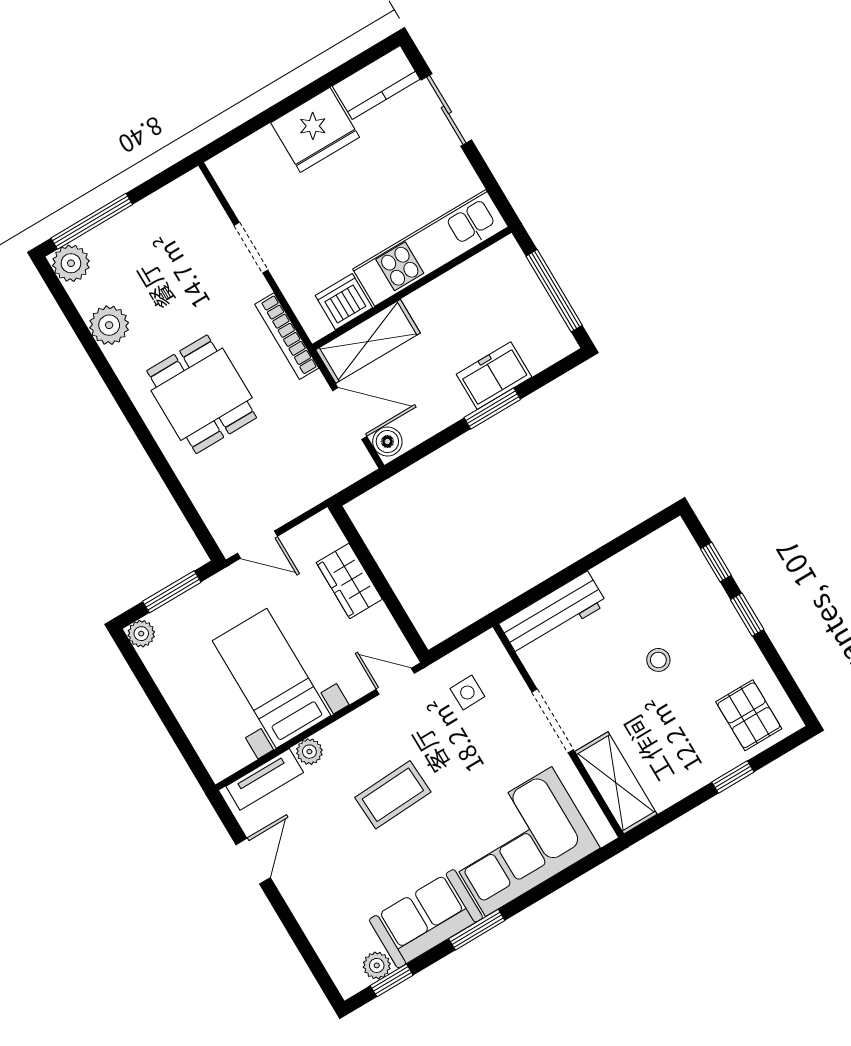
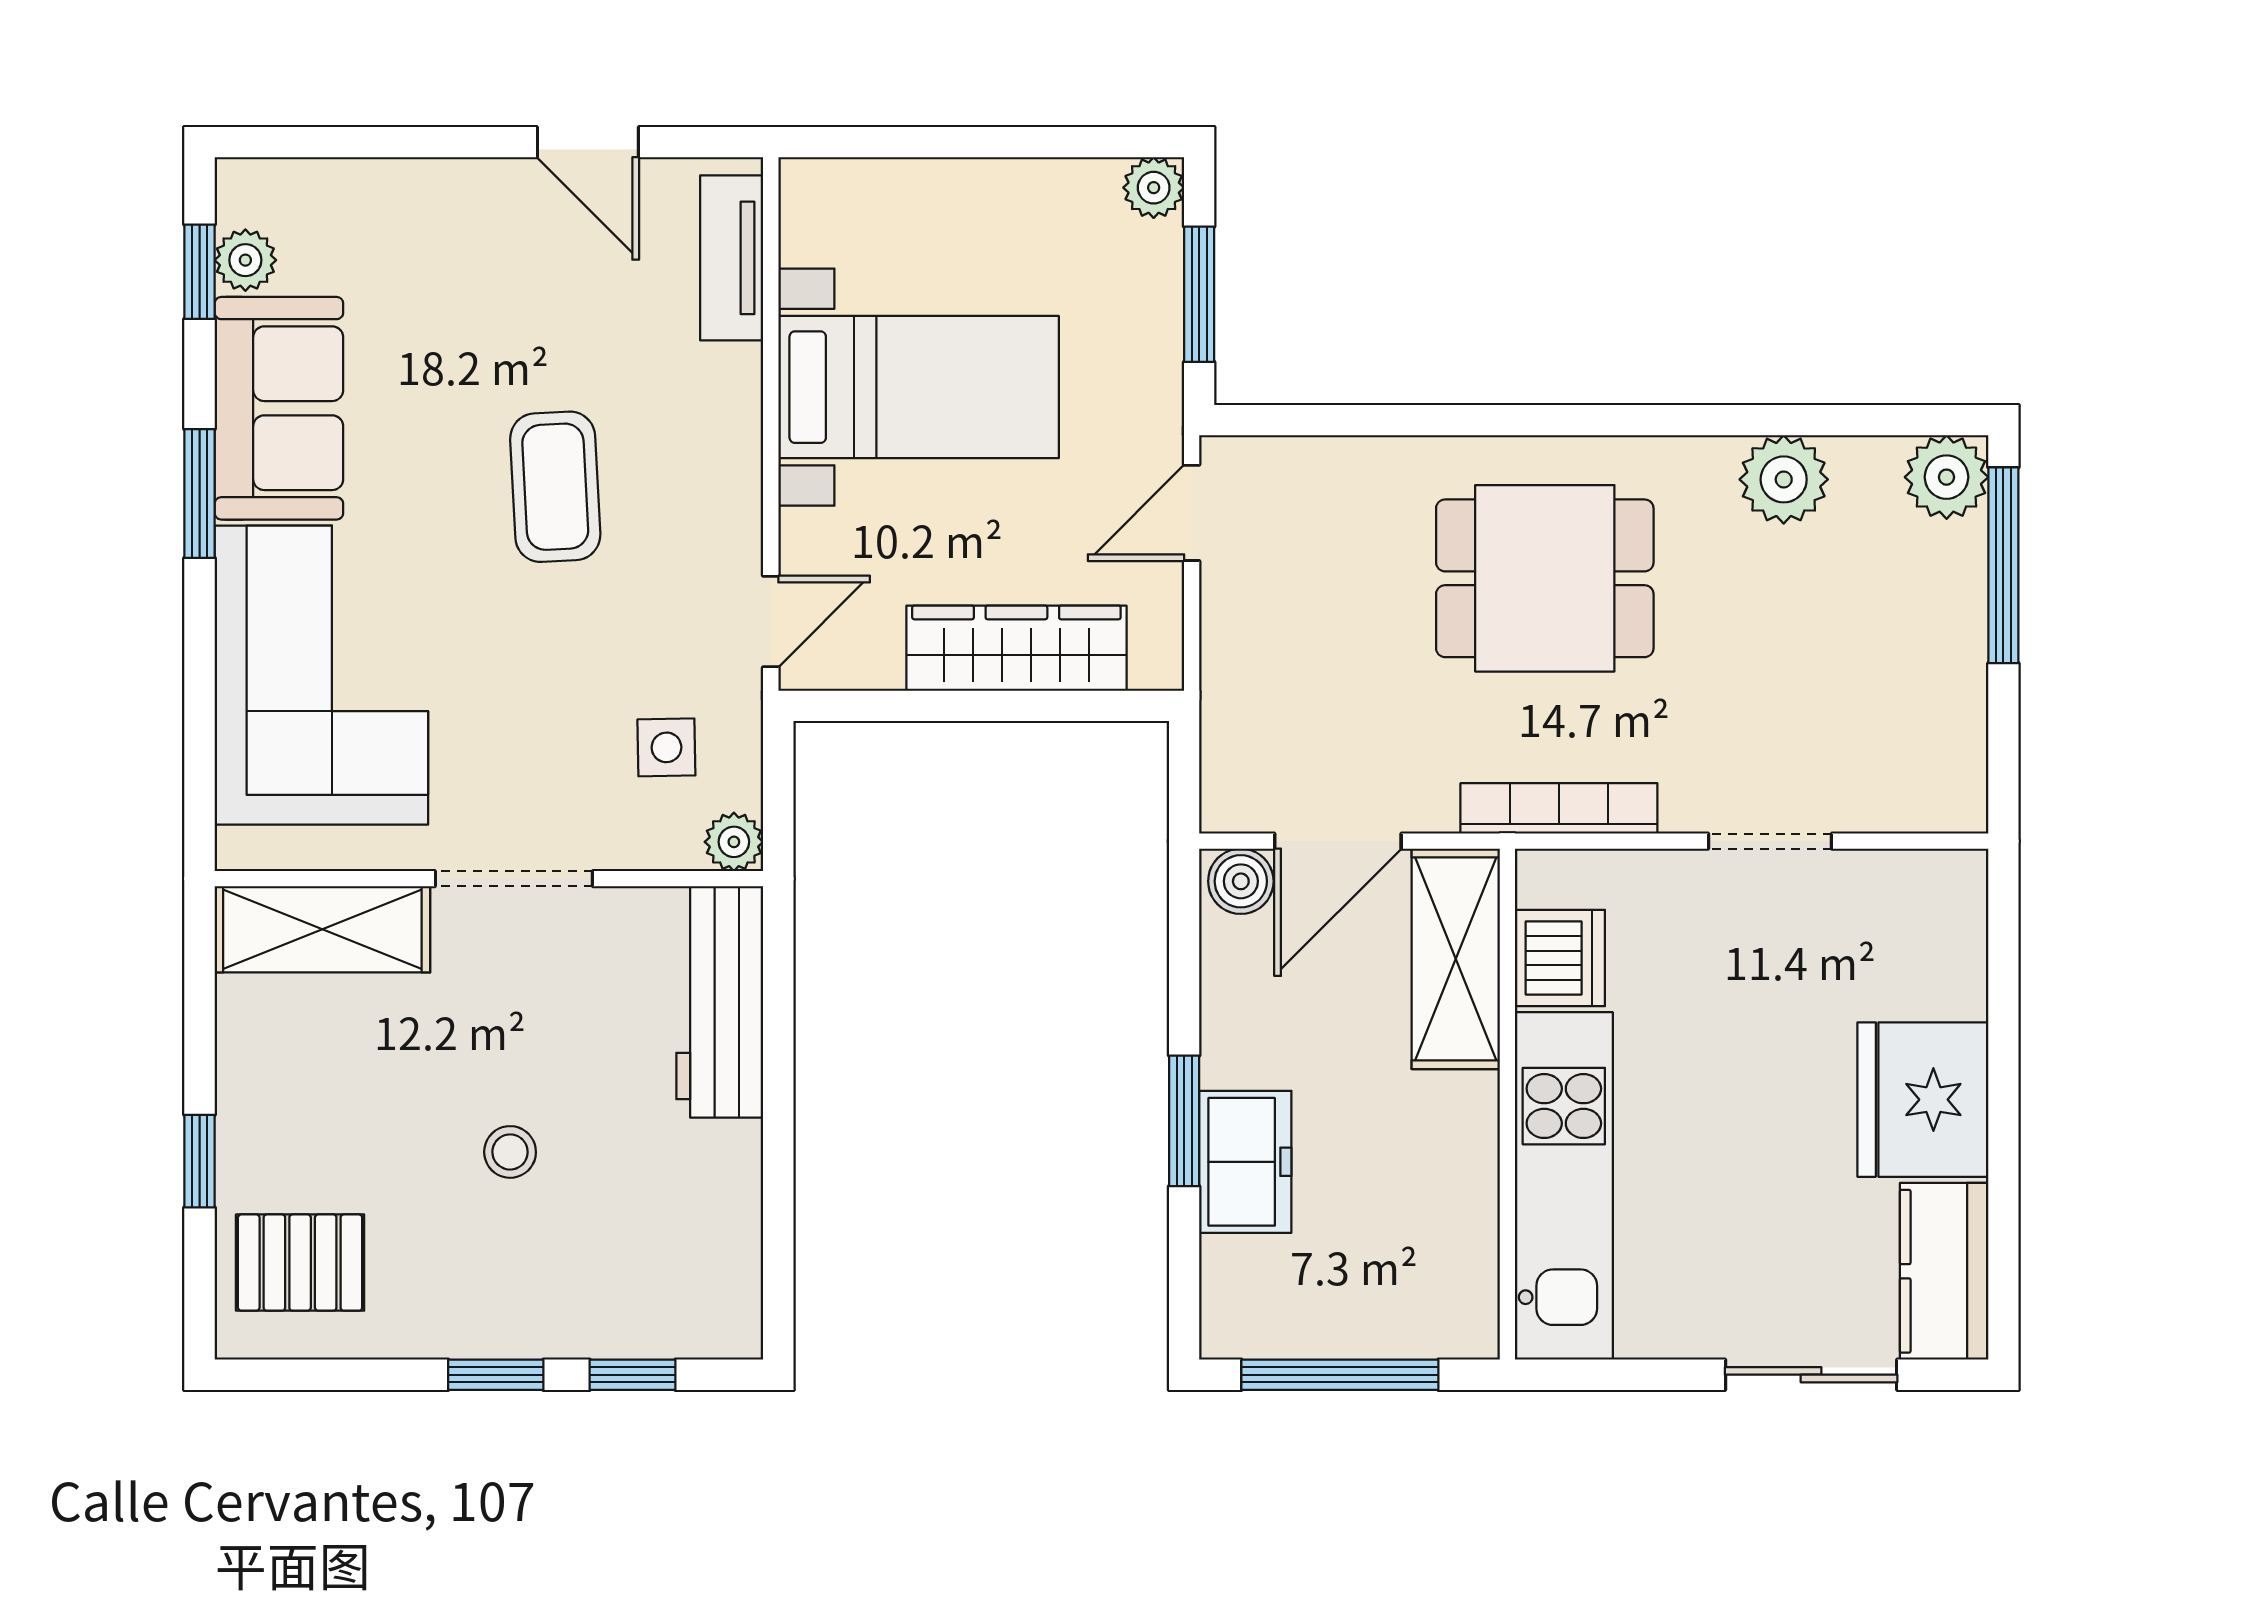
wardrobe: (349, 581) -> (1016, 648), width x1.50
plant: (309, 752) -> (734, 842), moved

